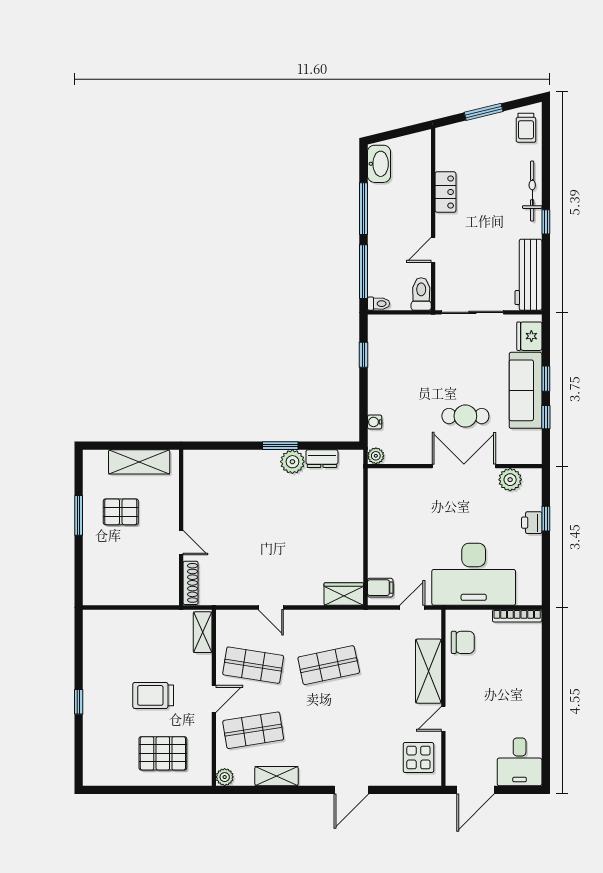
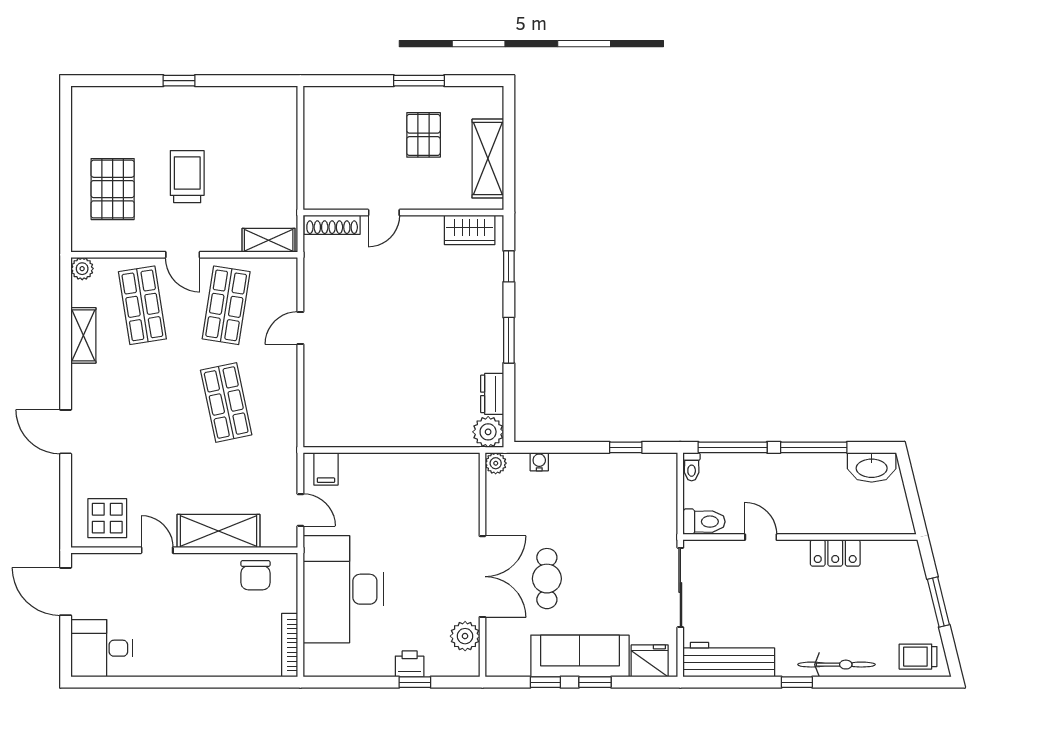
window: (223, 446) -> (509, 266), added
plant: (292, 462) -> (488, 432), moved
wardrobe: (344, 594) -> (470, 230), moved, turned 90

